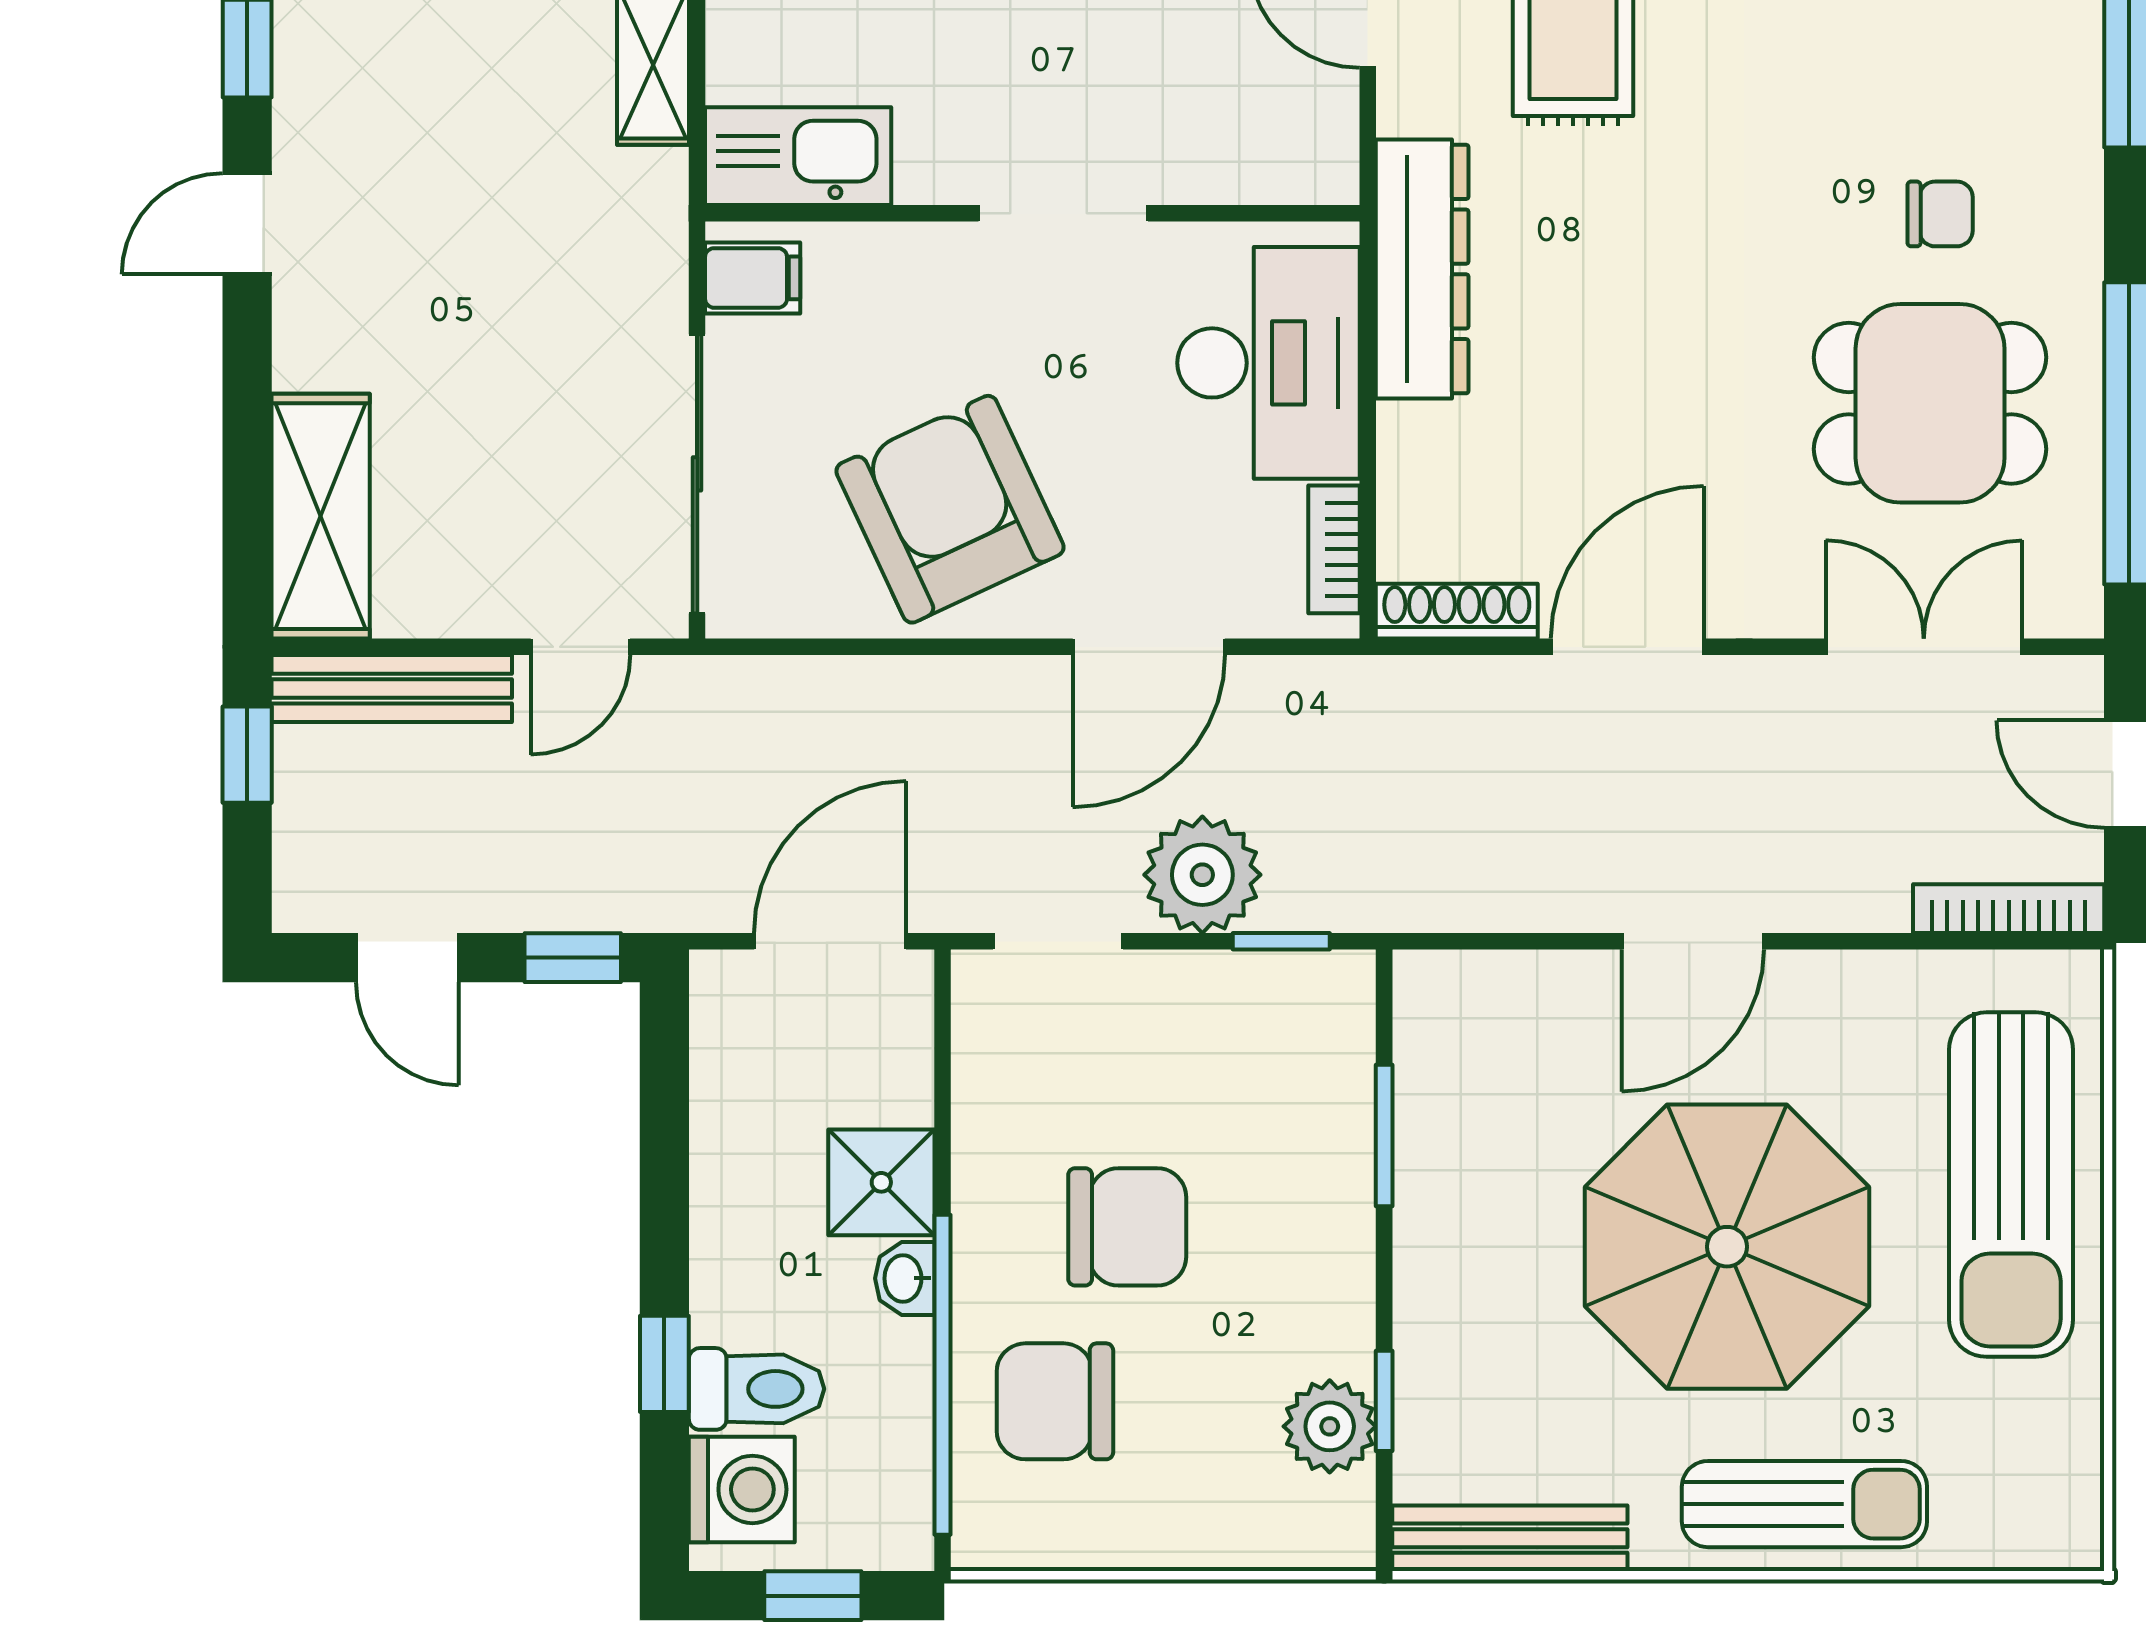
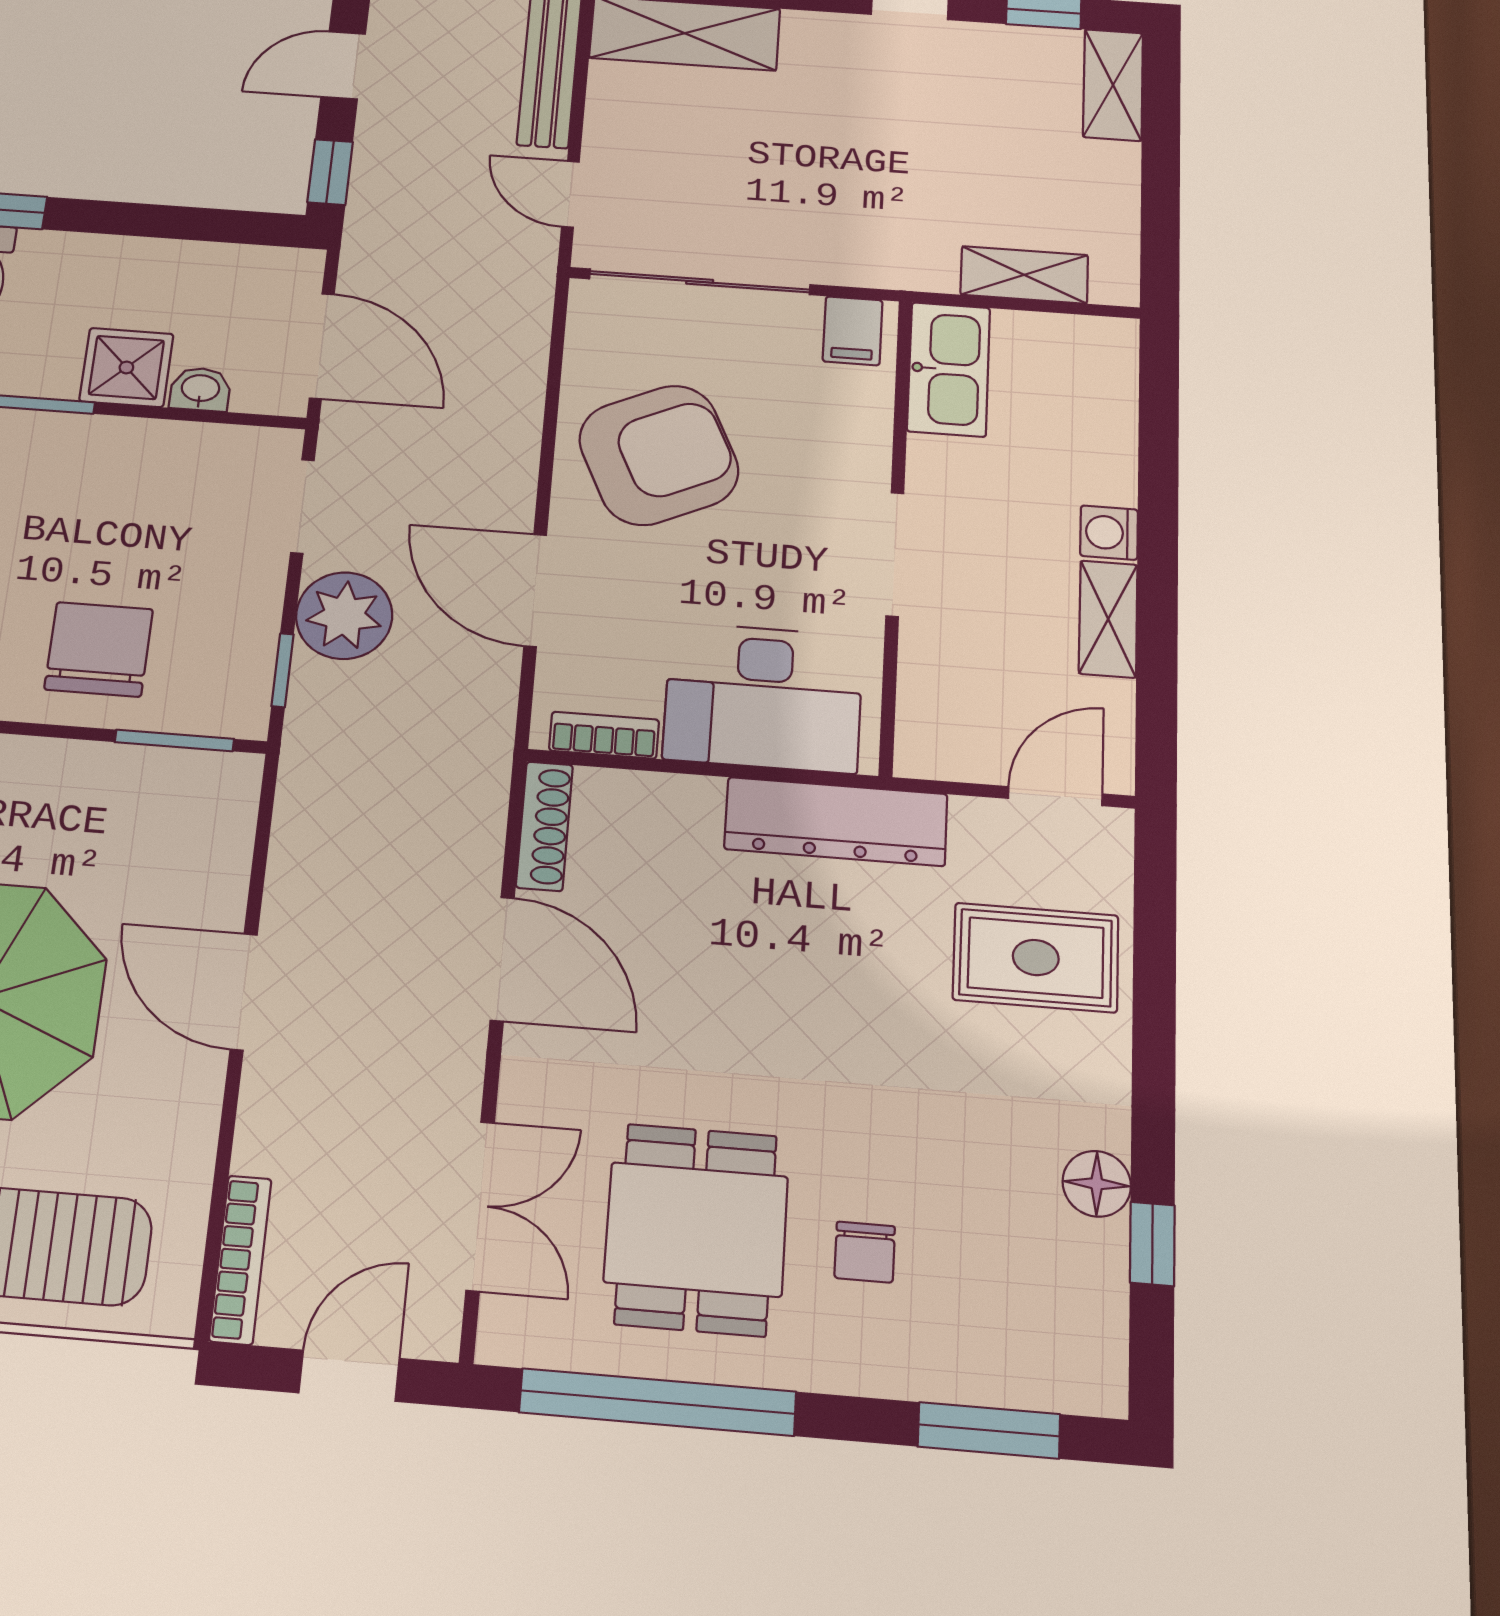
window: (1384, 1135) -> (174, 740), moved
chair: (1127, 1227) -> (99, 649), moved, turned 180
washbasin: (905, 1278) -> (200, 389), moved

